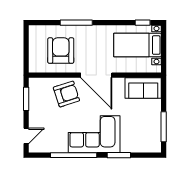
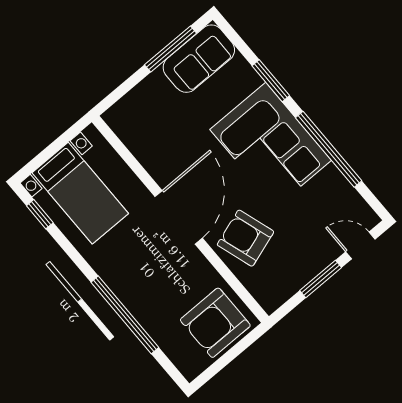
window: (76, 23) -> (125, 315), width x1.46
armchair: (61, 51) -> (215, 323), moved
sofa: (143, 88) -> (199, 59), moved, turned 90
window: (26, 99) -> (321, 279), moved

